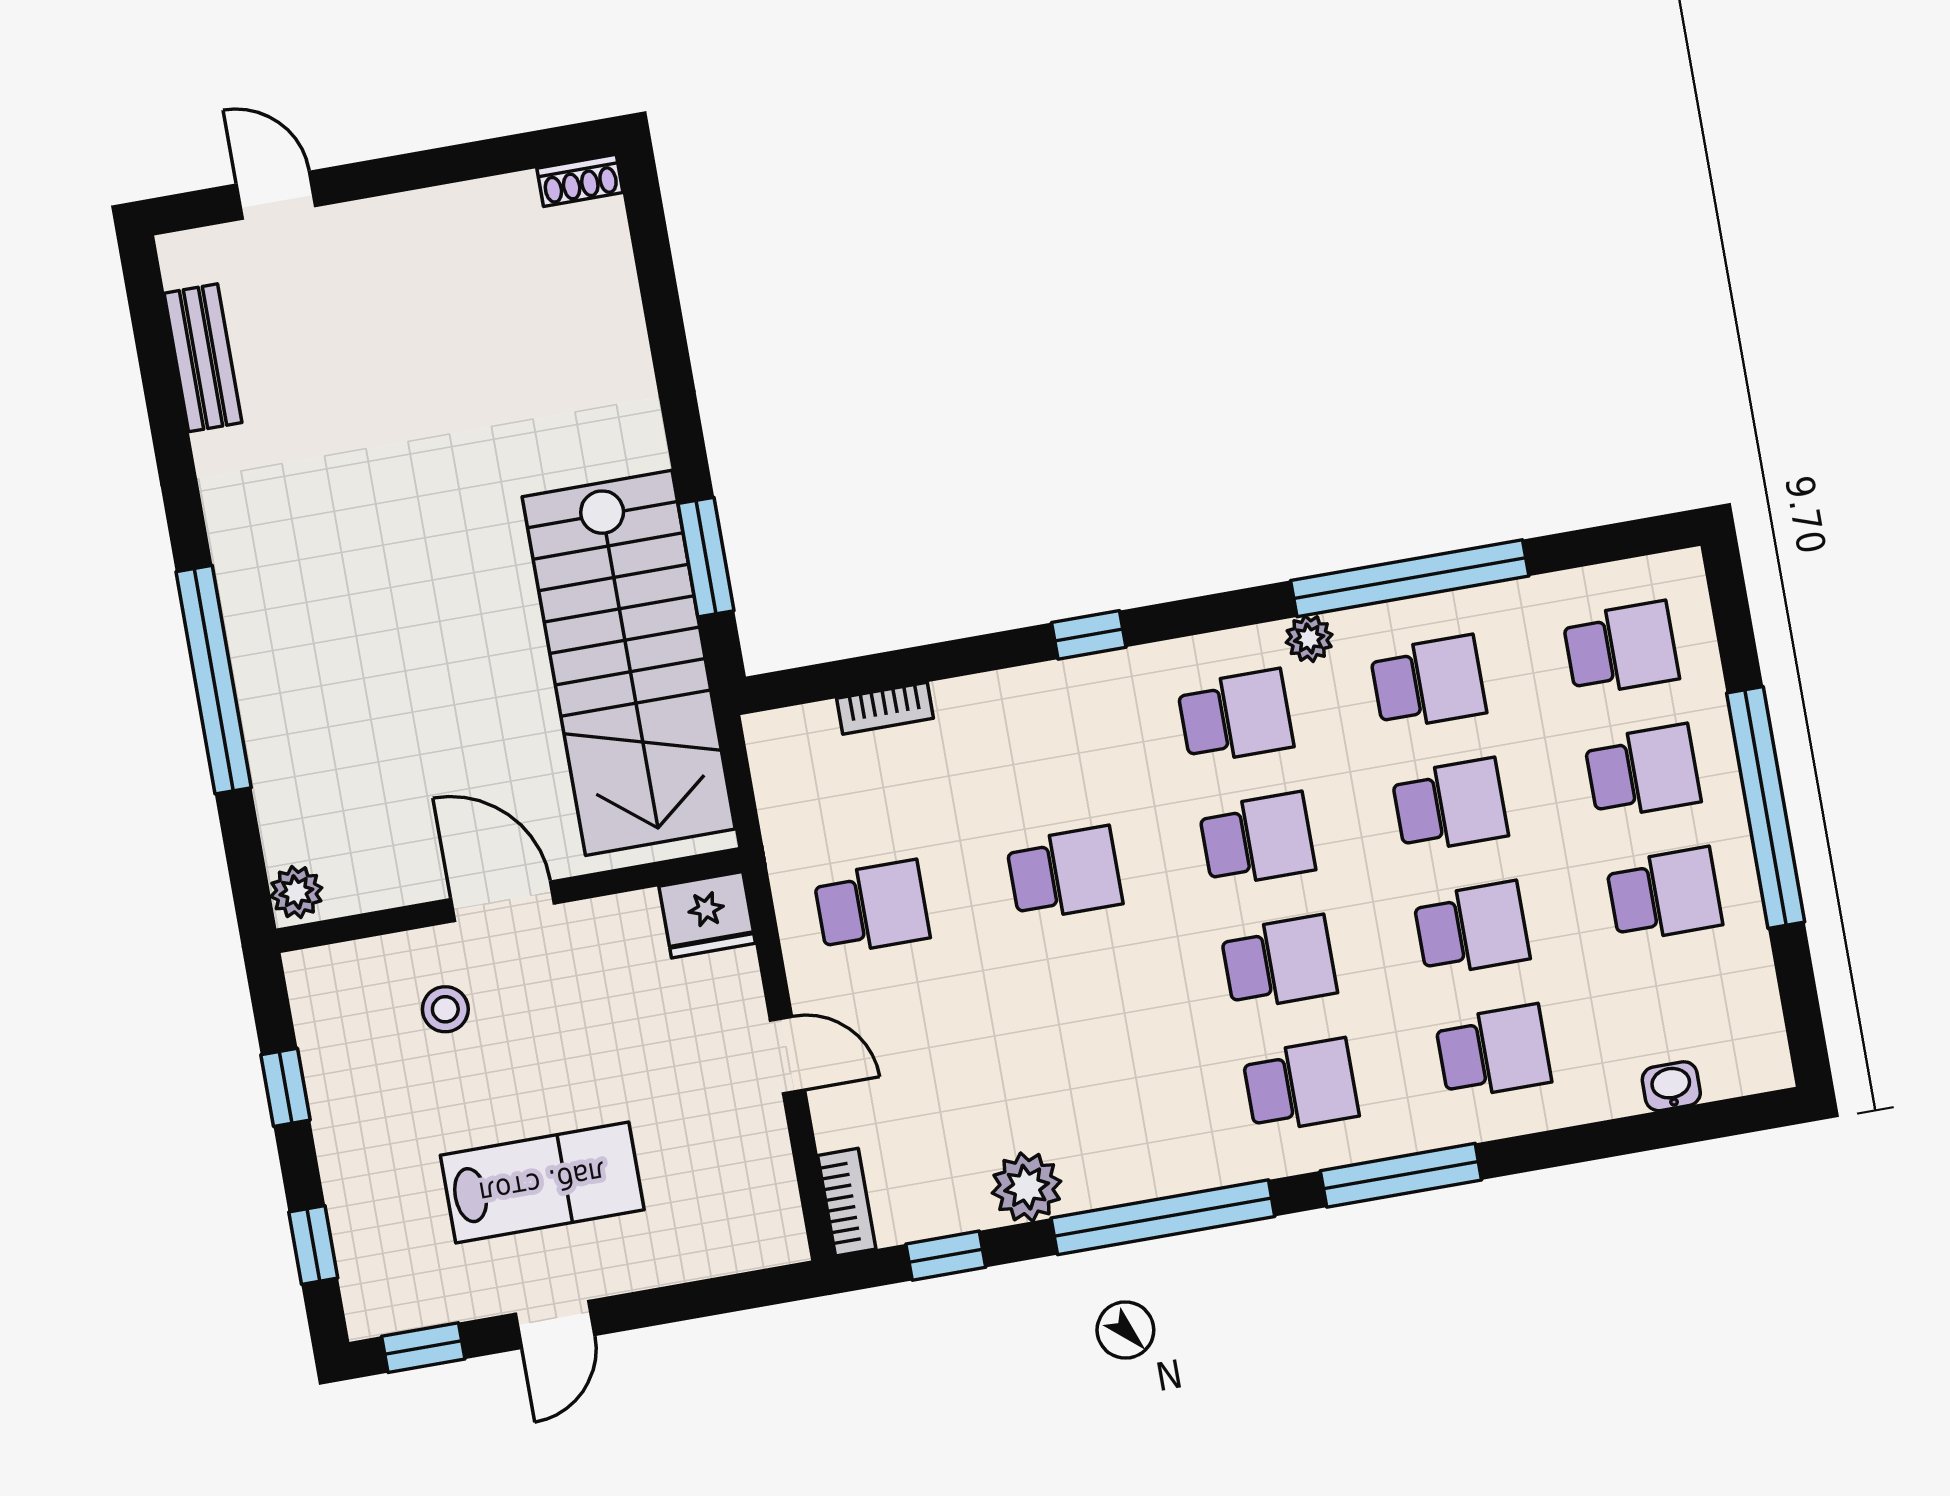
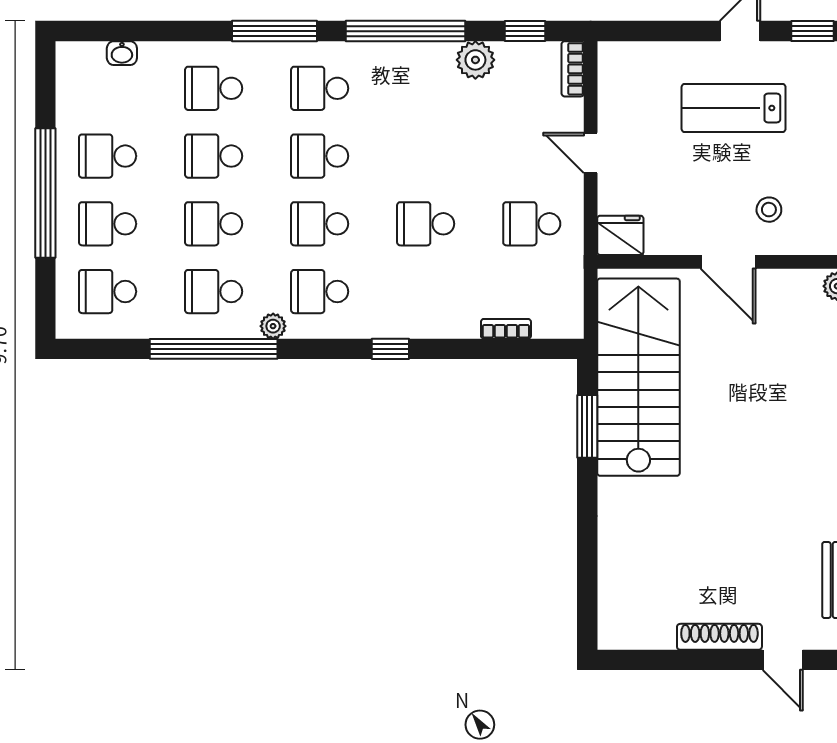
shoe rack: (580, 180) -> (719, 637), moved, width x1.94, depth x1.24

